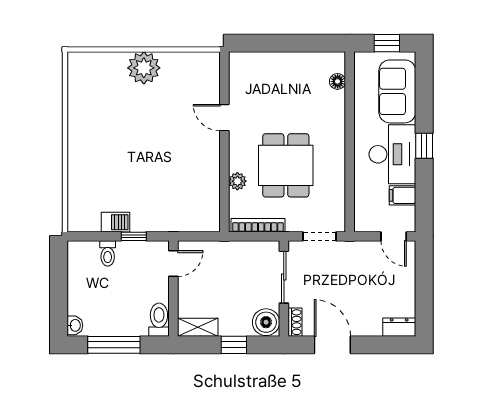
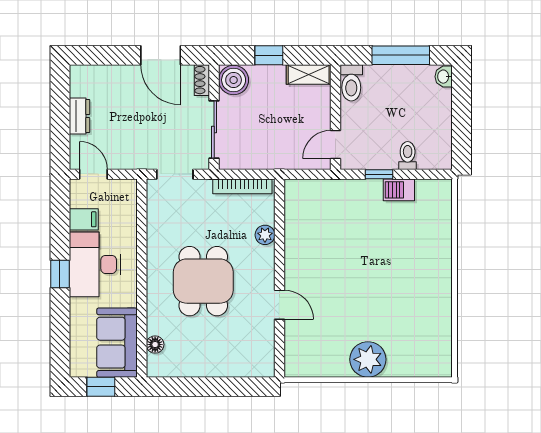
sofa: (397, 91) -> (117, 343), moved, turned 180
dining table: (286, 165) -> (203, 281), moved
dresser: (399, 327) -> (79, 116), moved, turned -90

